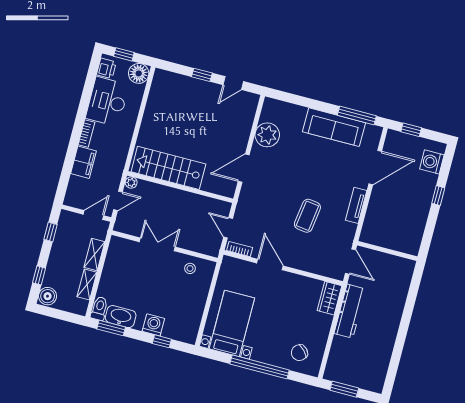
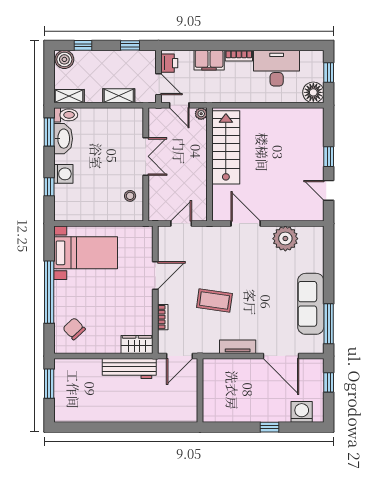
printer: (106, 68) -> (169, 63), moved, turned -90
bookcase: (240, 249) -> (163, 317), moved
shelving: (87, 285) -> (69, 96), moved

